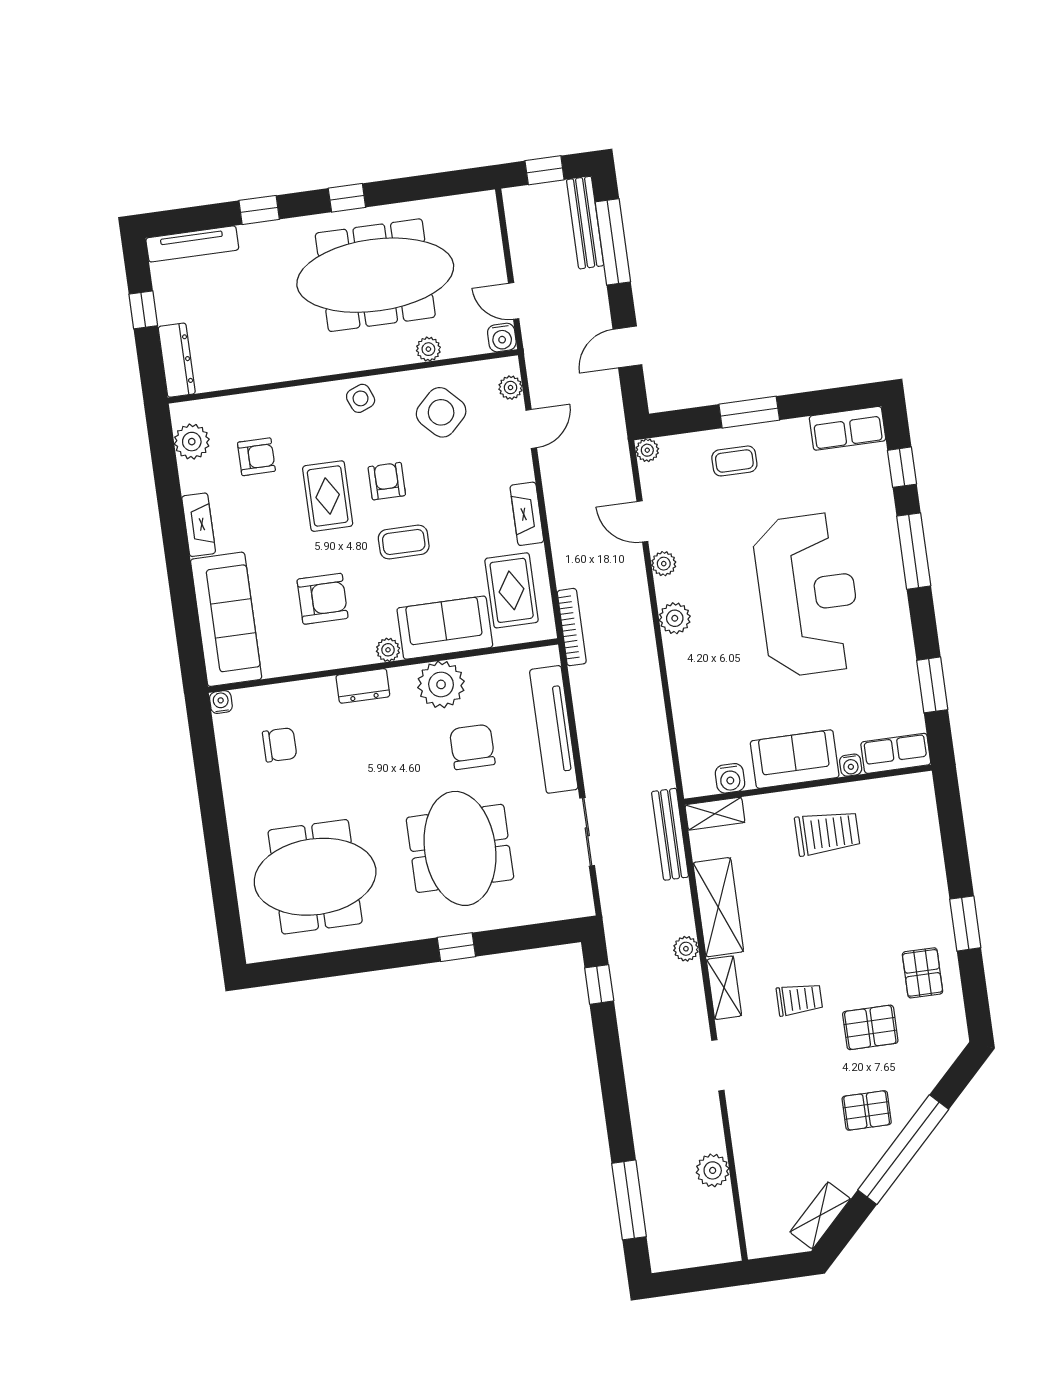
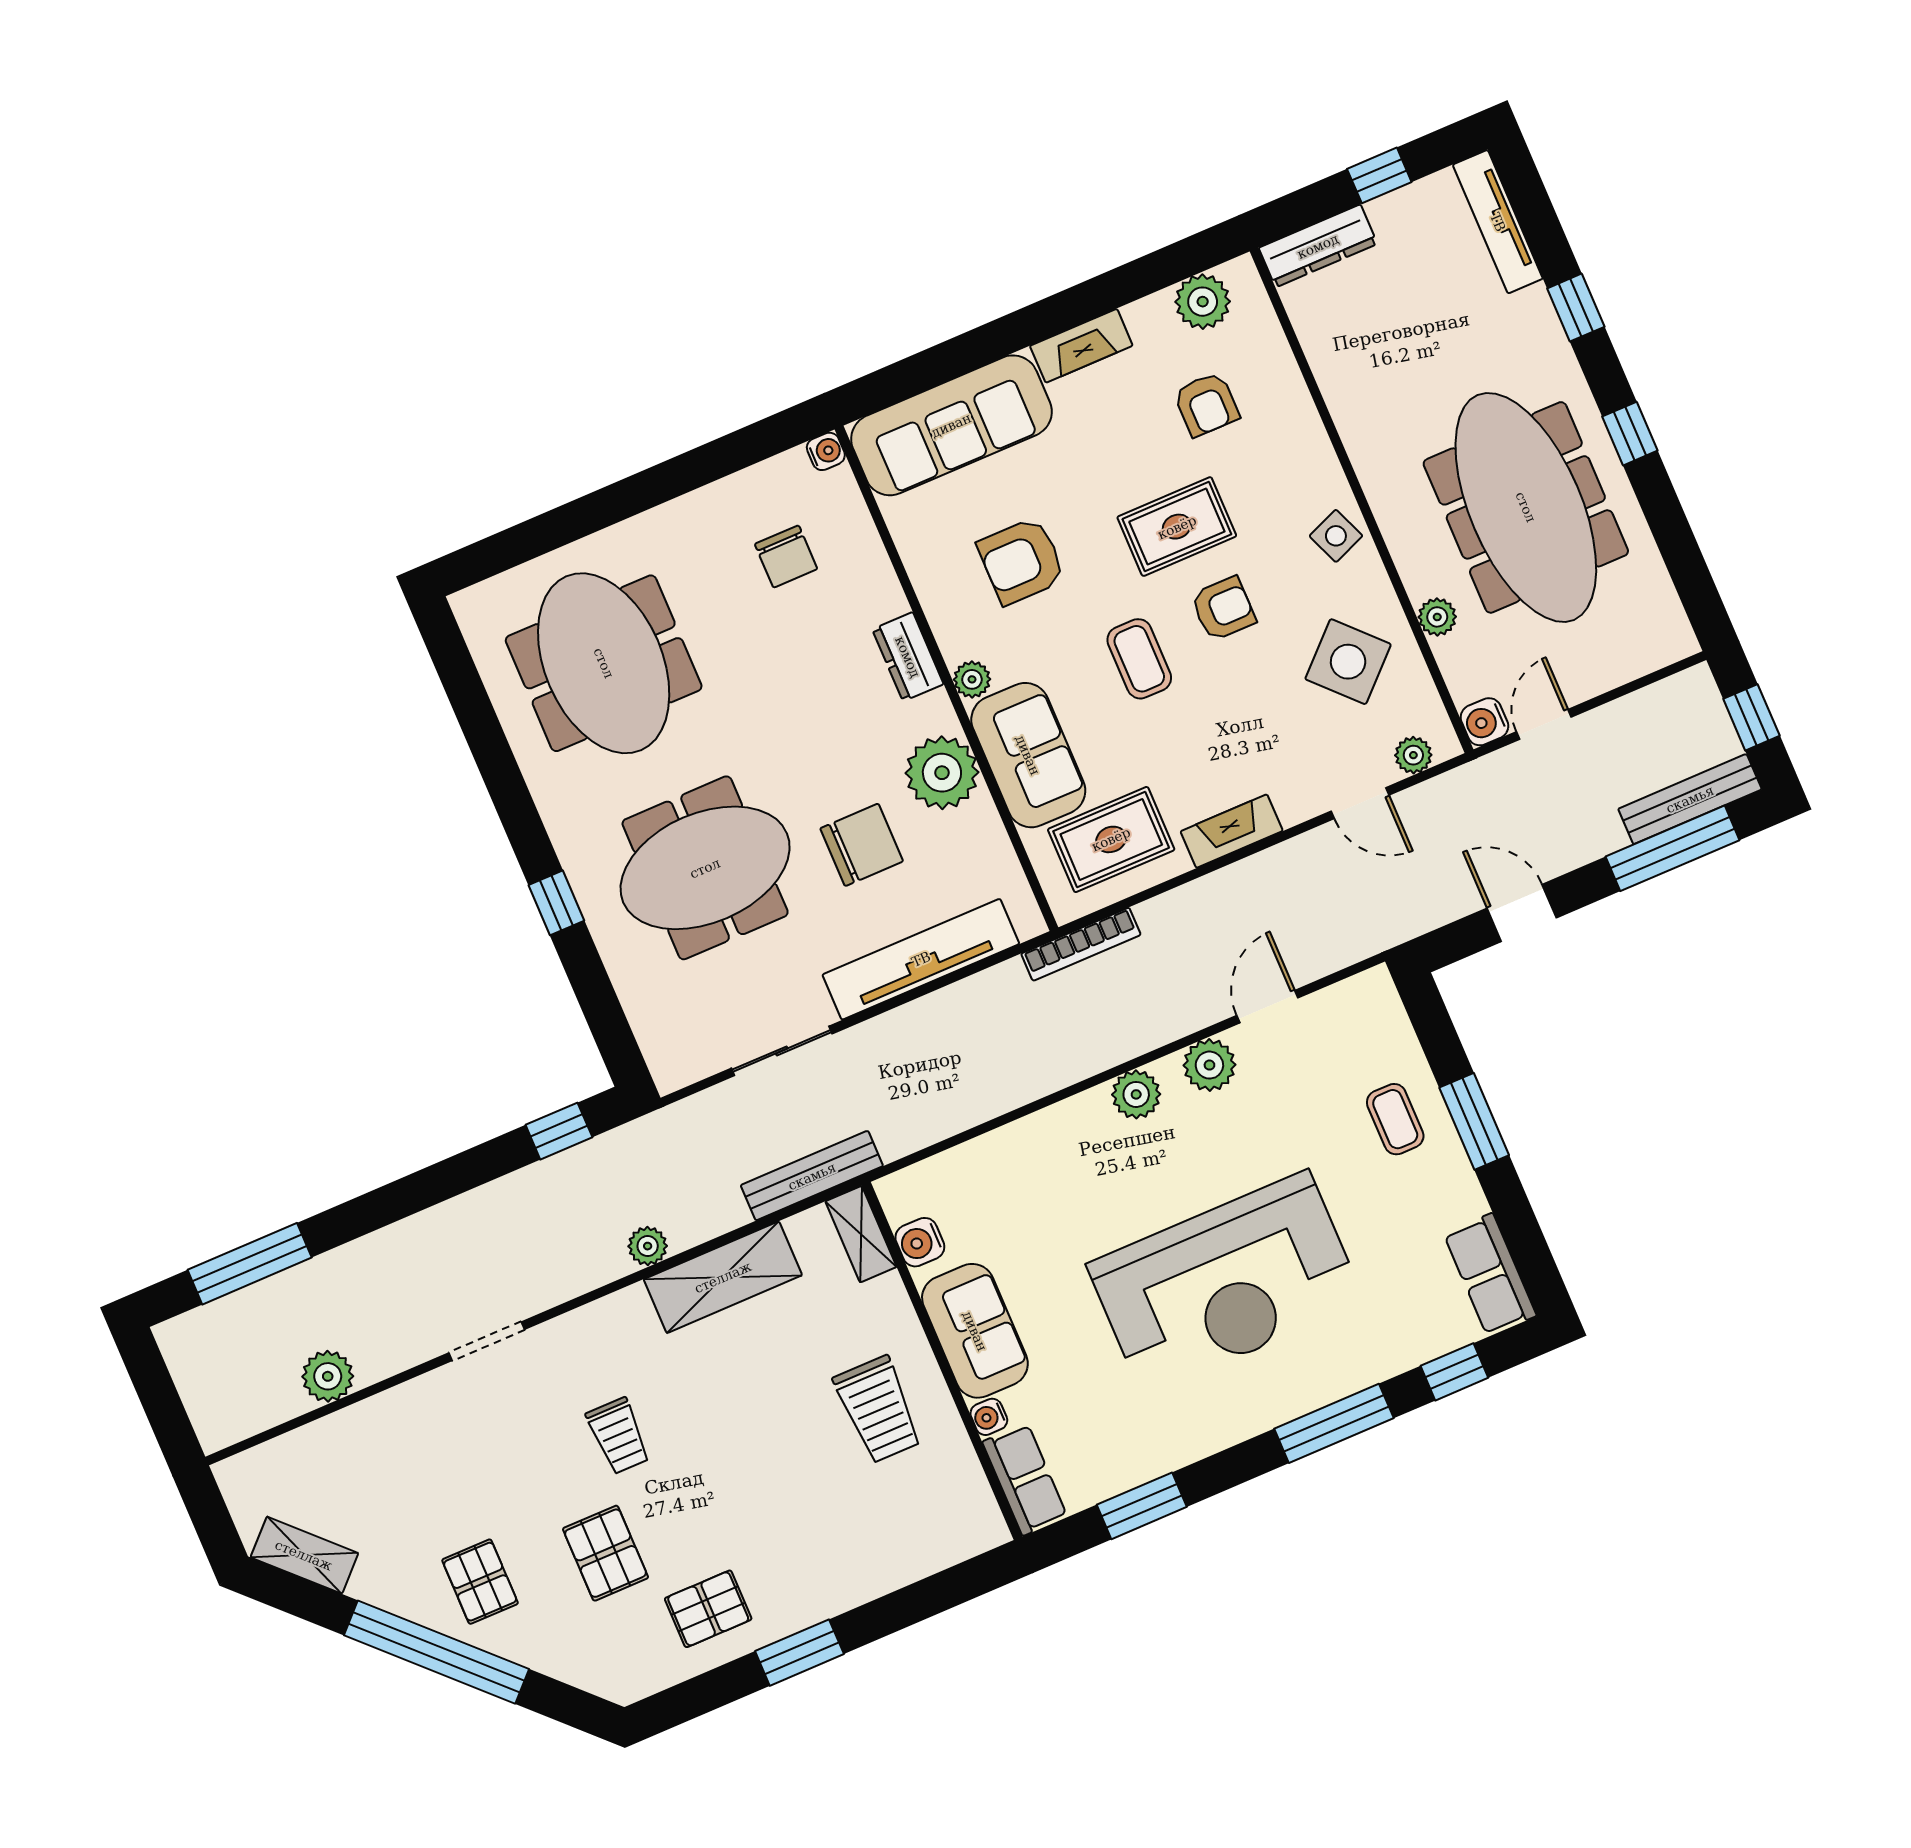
plant: (647, 450) -> (1376, 985), removed
plant: (664, 564) -> (1209, 1065), width x1.38, depth x1.38
armchair: (323, 599) -> (1021, 561), turned 90
shelving: (724, 988) -> (605, 1319), removed

